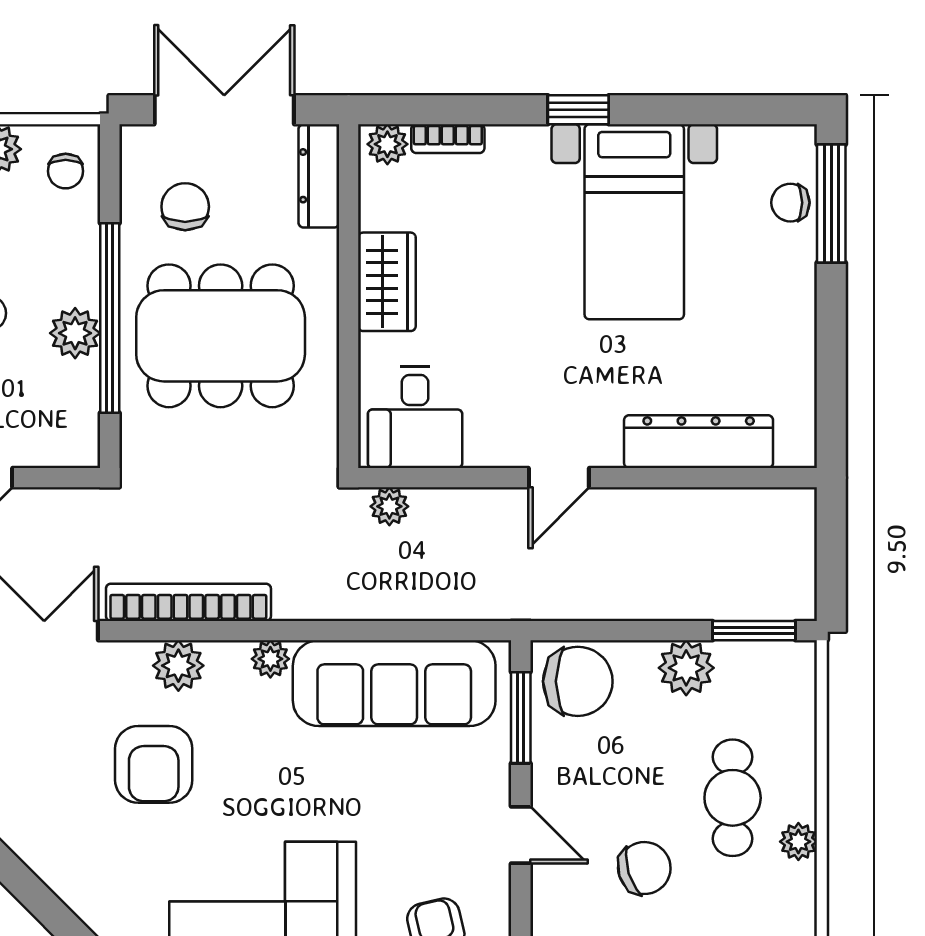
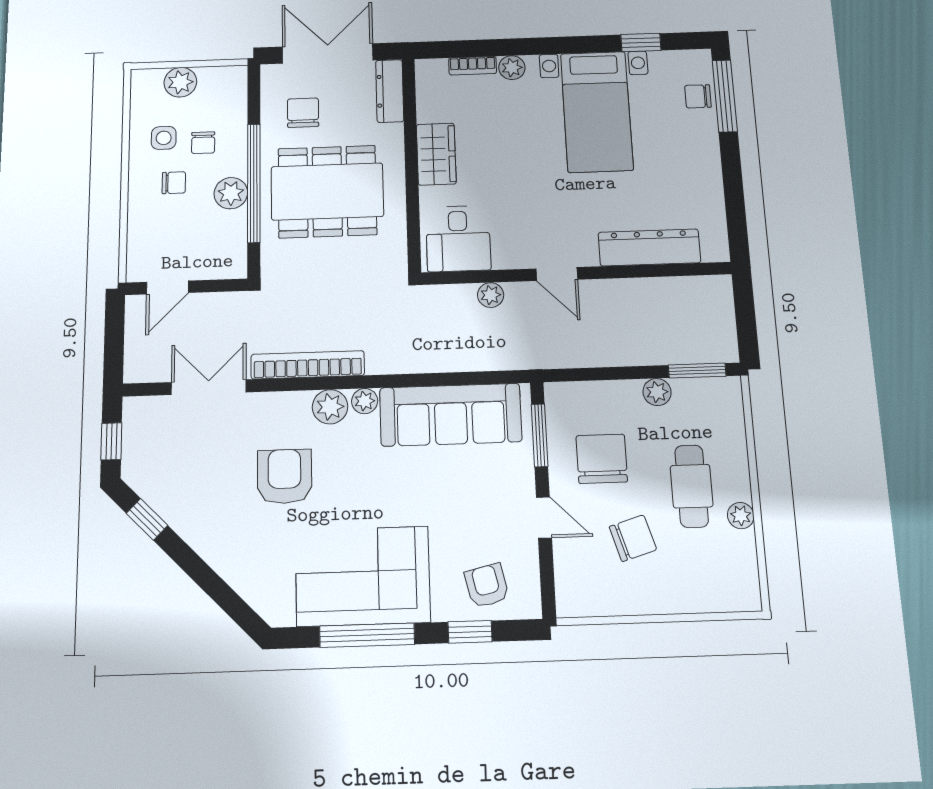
window: (578, 110) -> (641, 43), moved
plant: (387, 144) -> (512, 68), moved
chair: (66, 171) -> (203, 143), moved
door: (559, 478) -> (557, 274), hinge flipped
plant: (389, 506) -> (491, 295), moved
plant: (178, 666) -> (330, 407), moved
plant: (686, 668) -> (657, 392), width x0.73, depth x0.73
chair: (578, 681) -> (602, 459), moved, turned -90
armchair: (154, 764) -> (284, 476), turned 180

